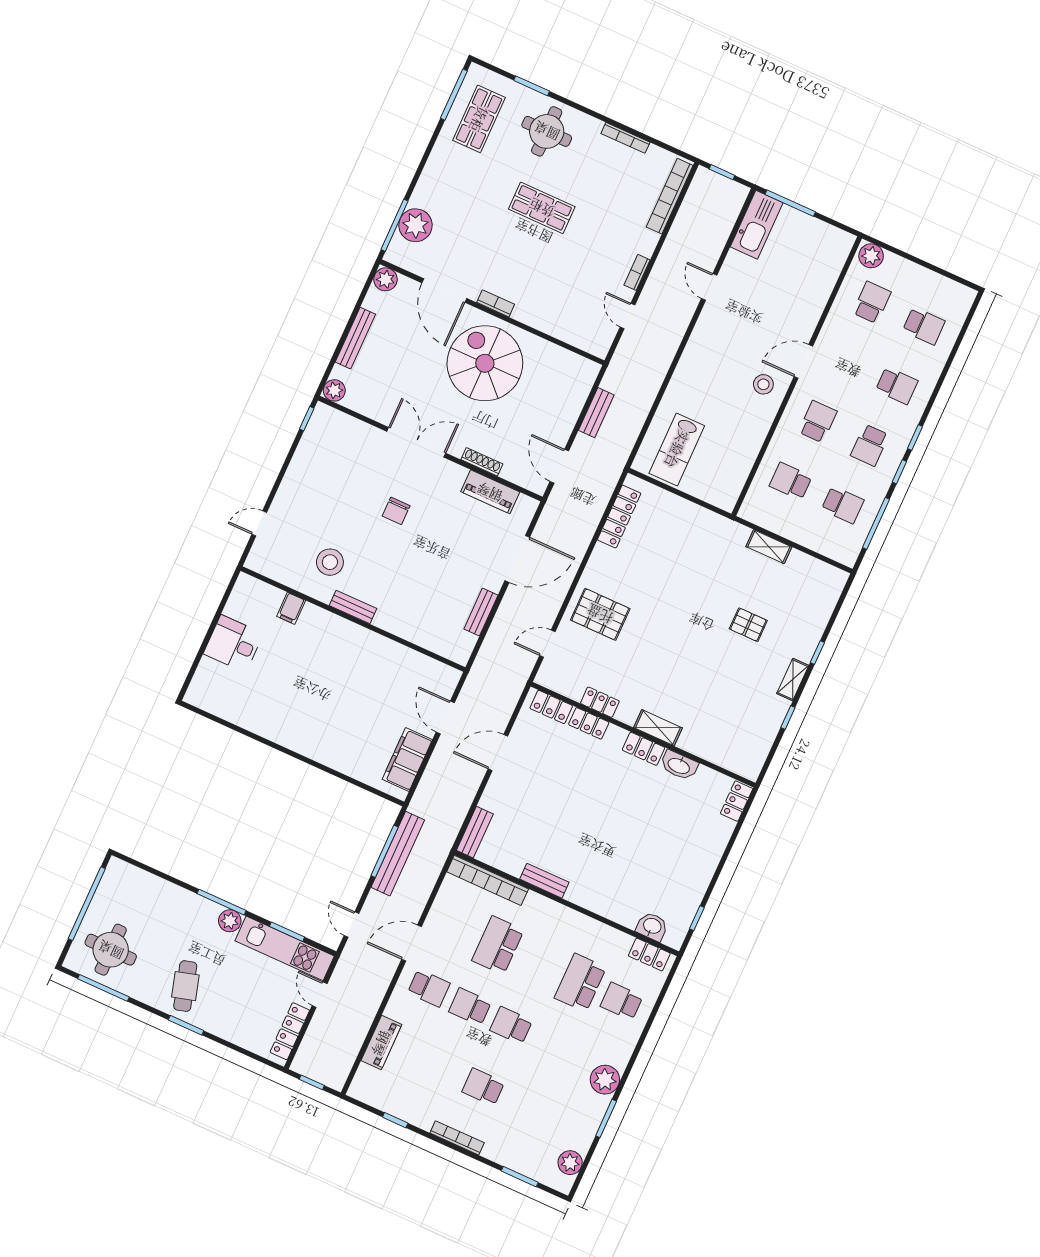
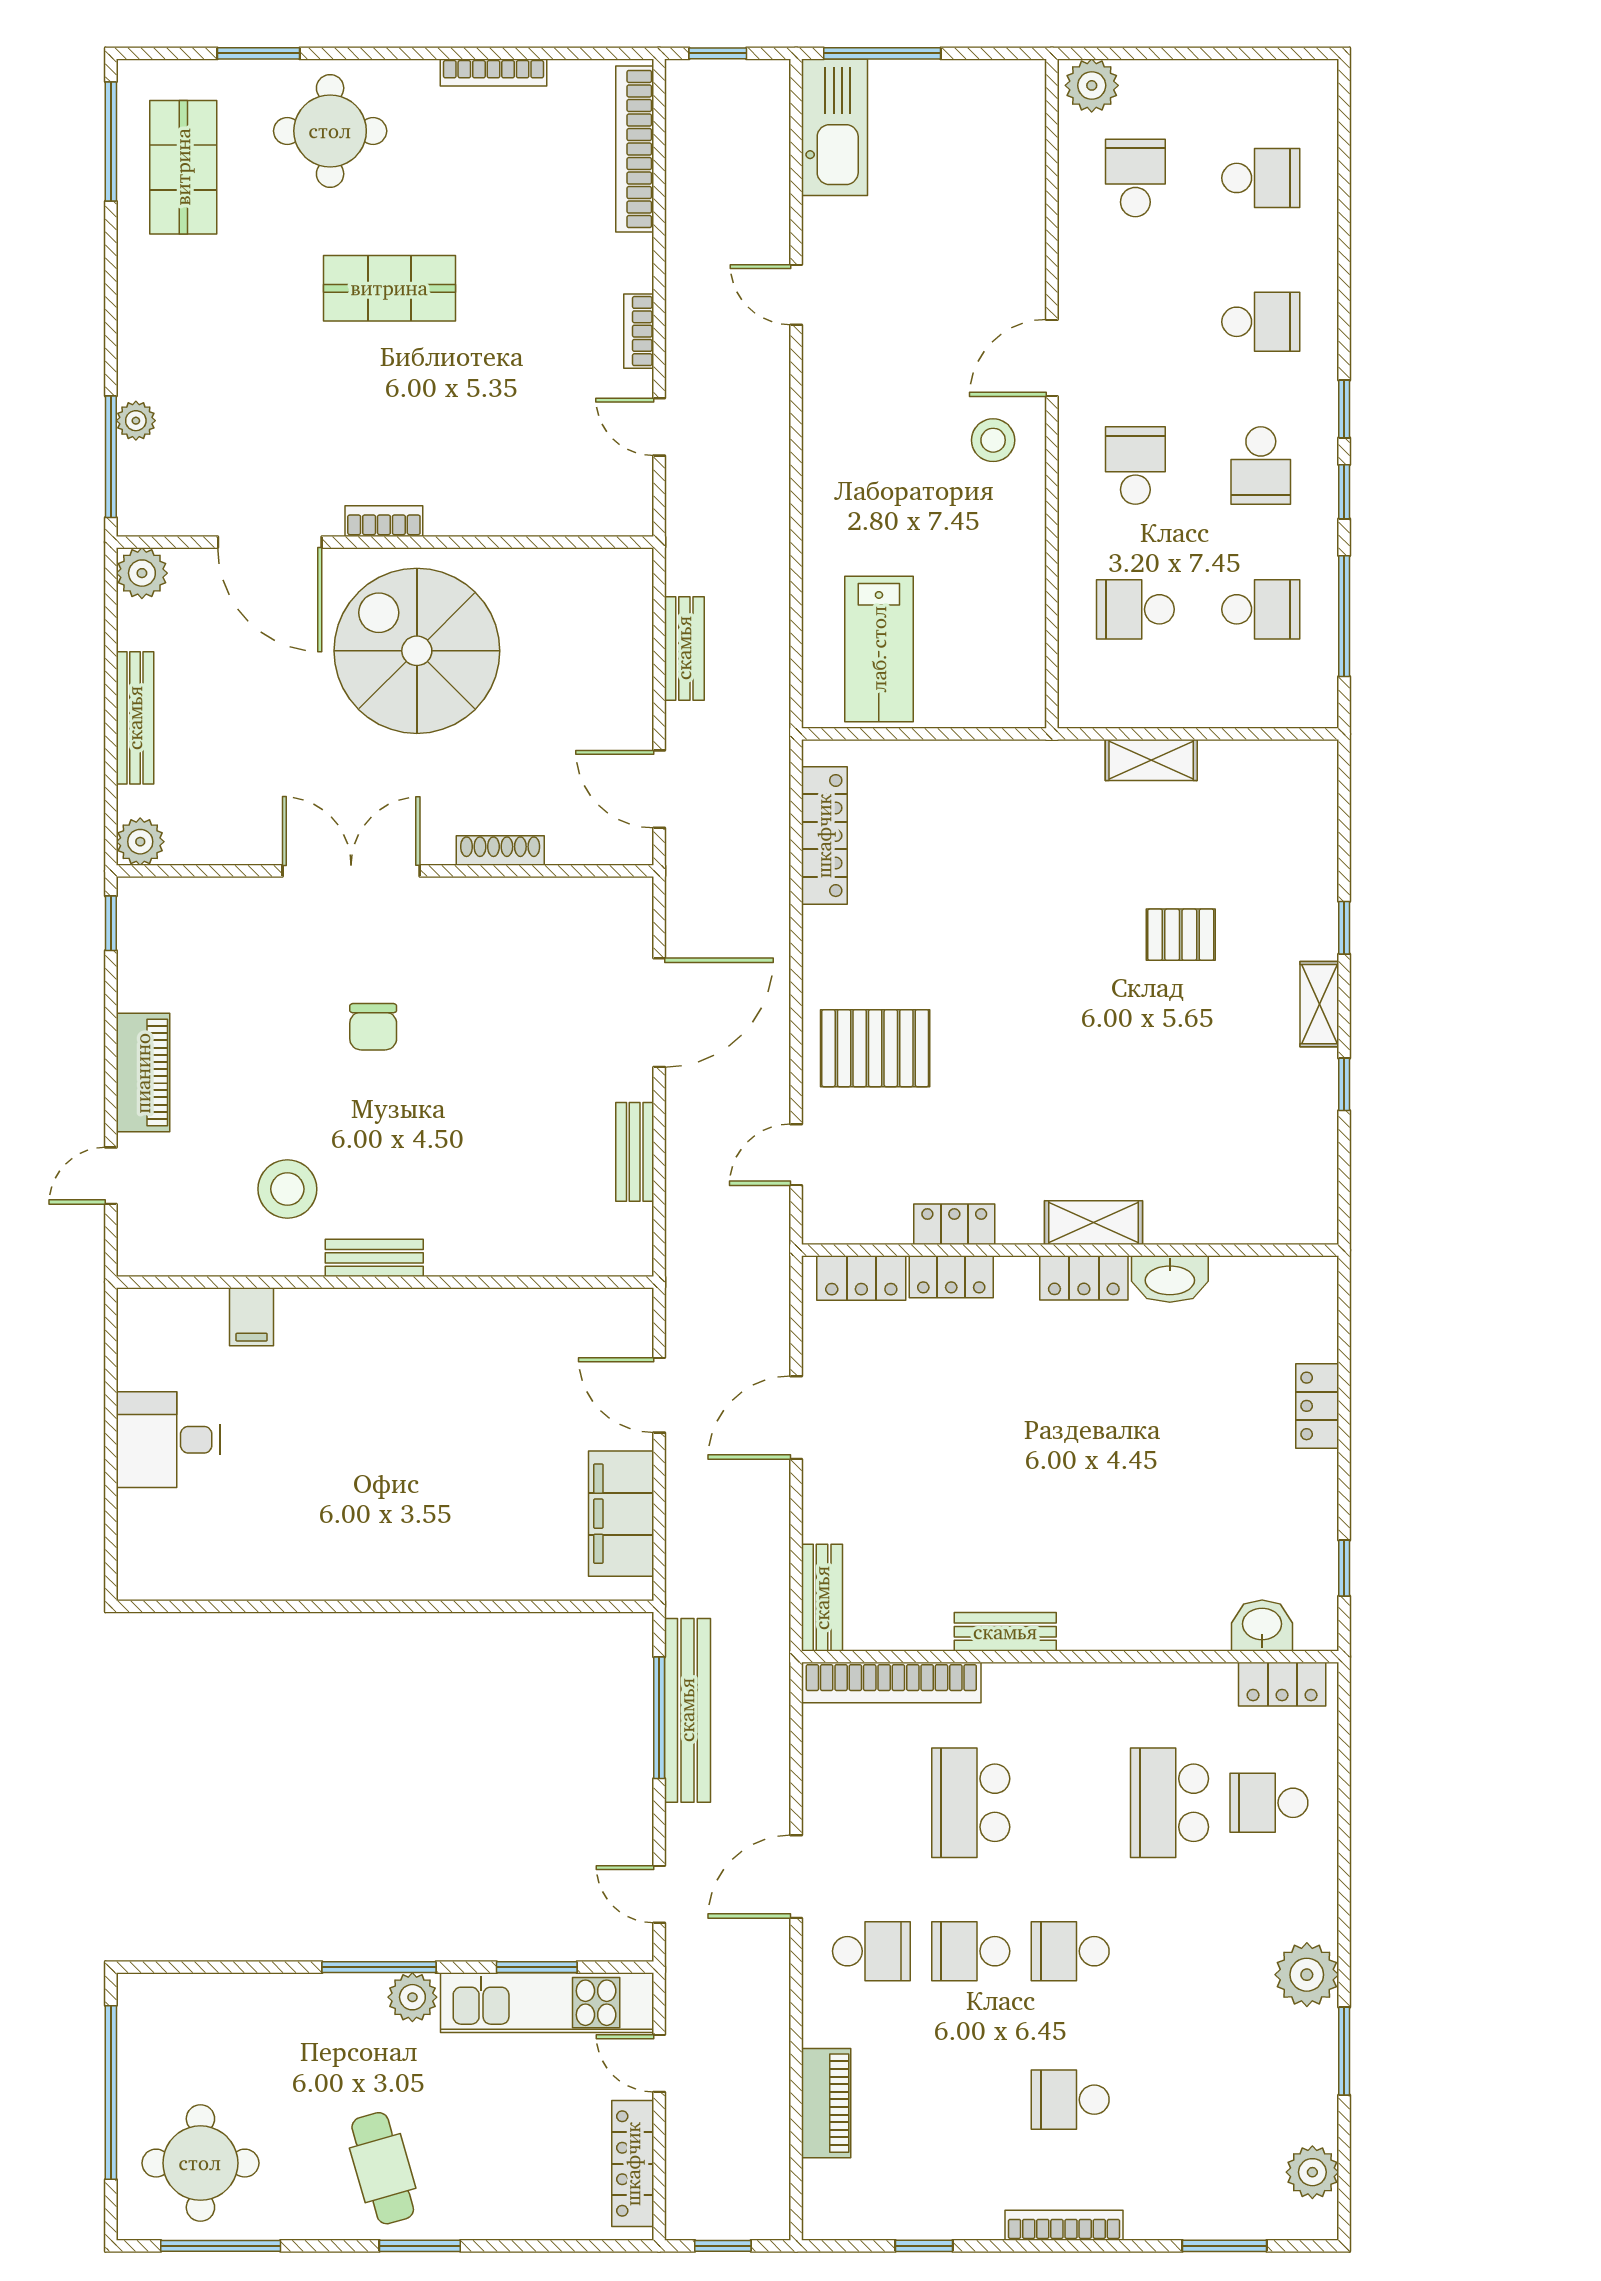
plant: (415, 225) -> (136, 421), width x0.53, depth x0.53
piano: (490, 492) -> (143, 1073), moved, turned -90
locker: (737, 801) -> (1317, 1406), moved

